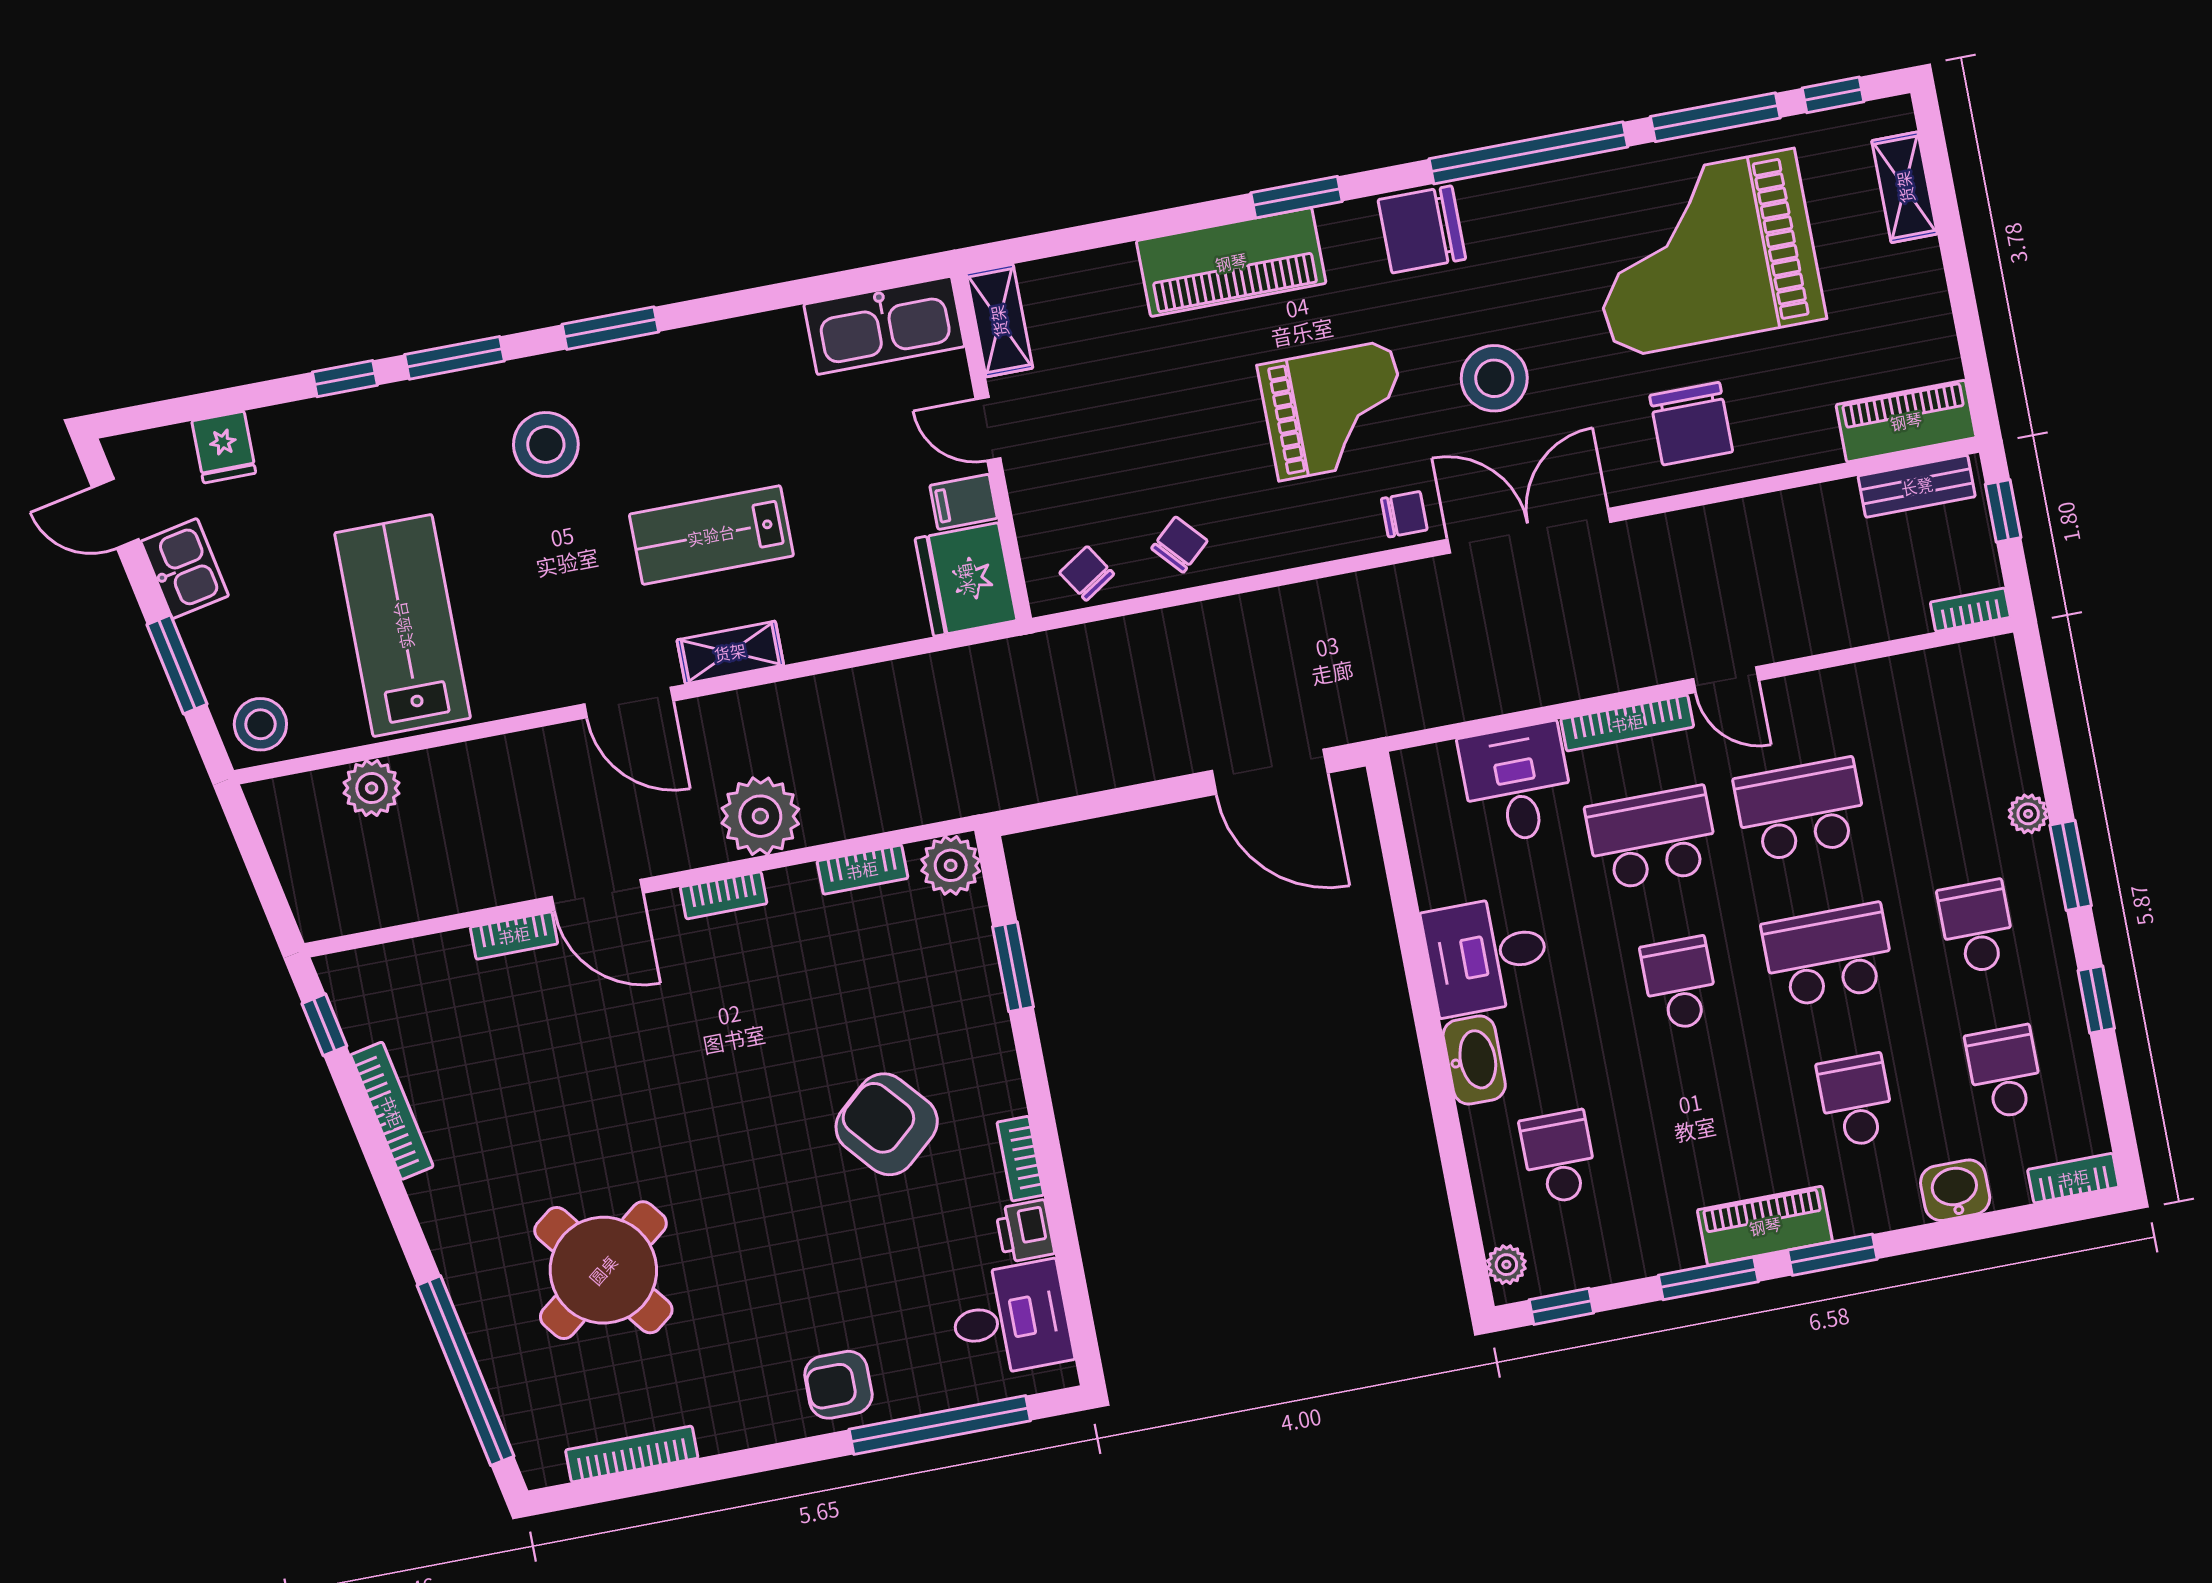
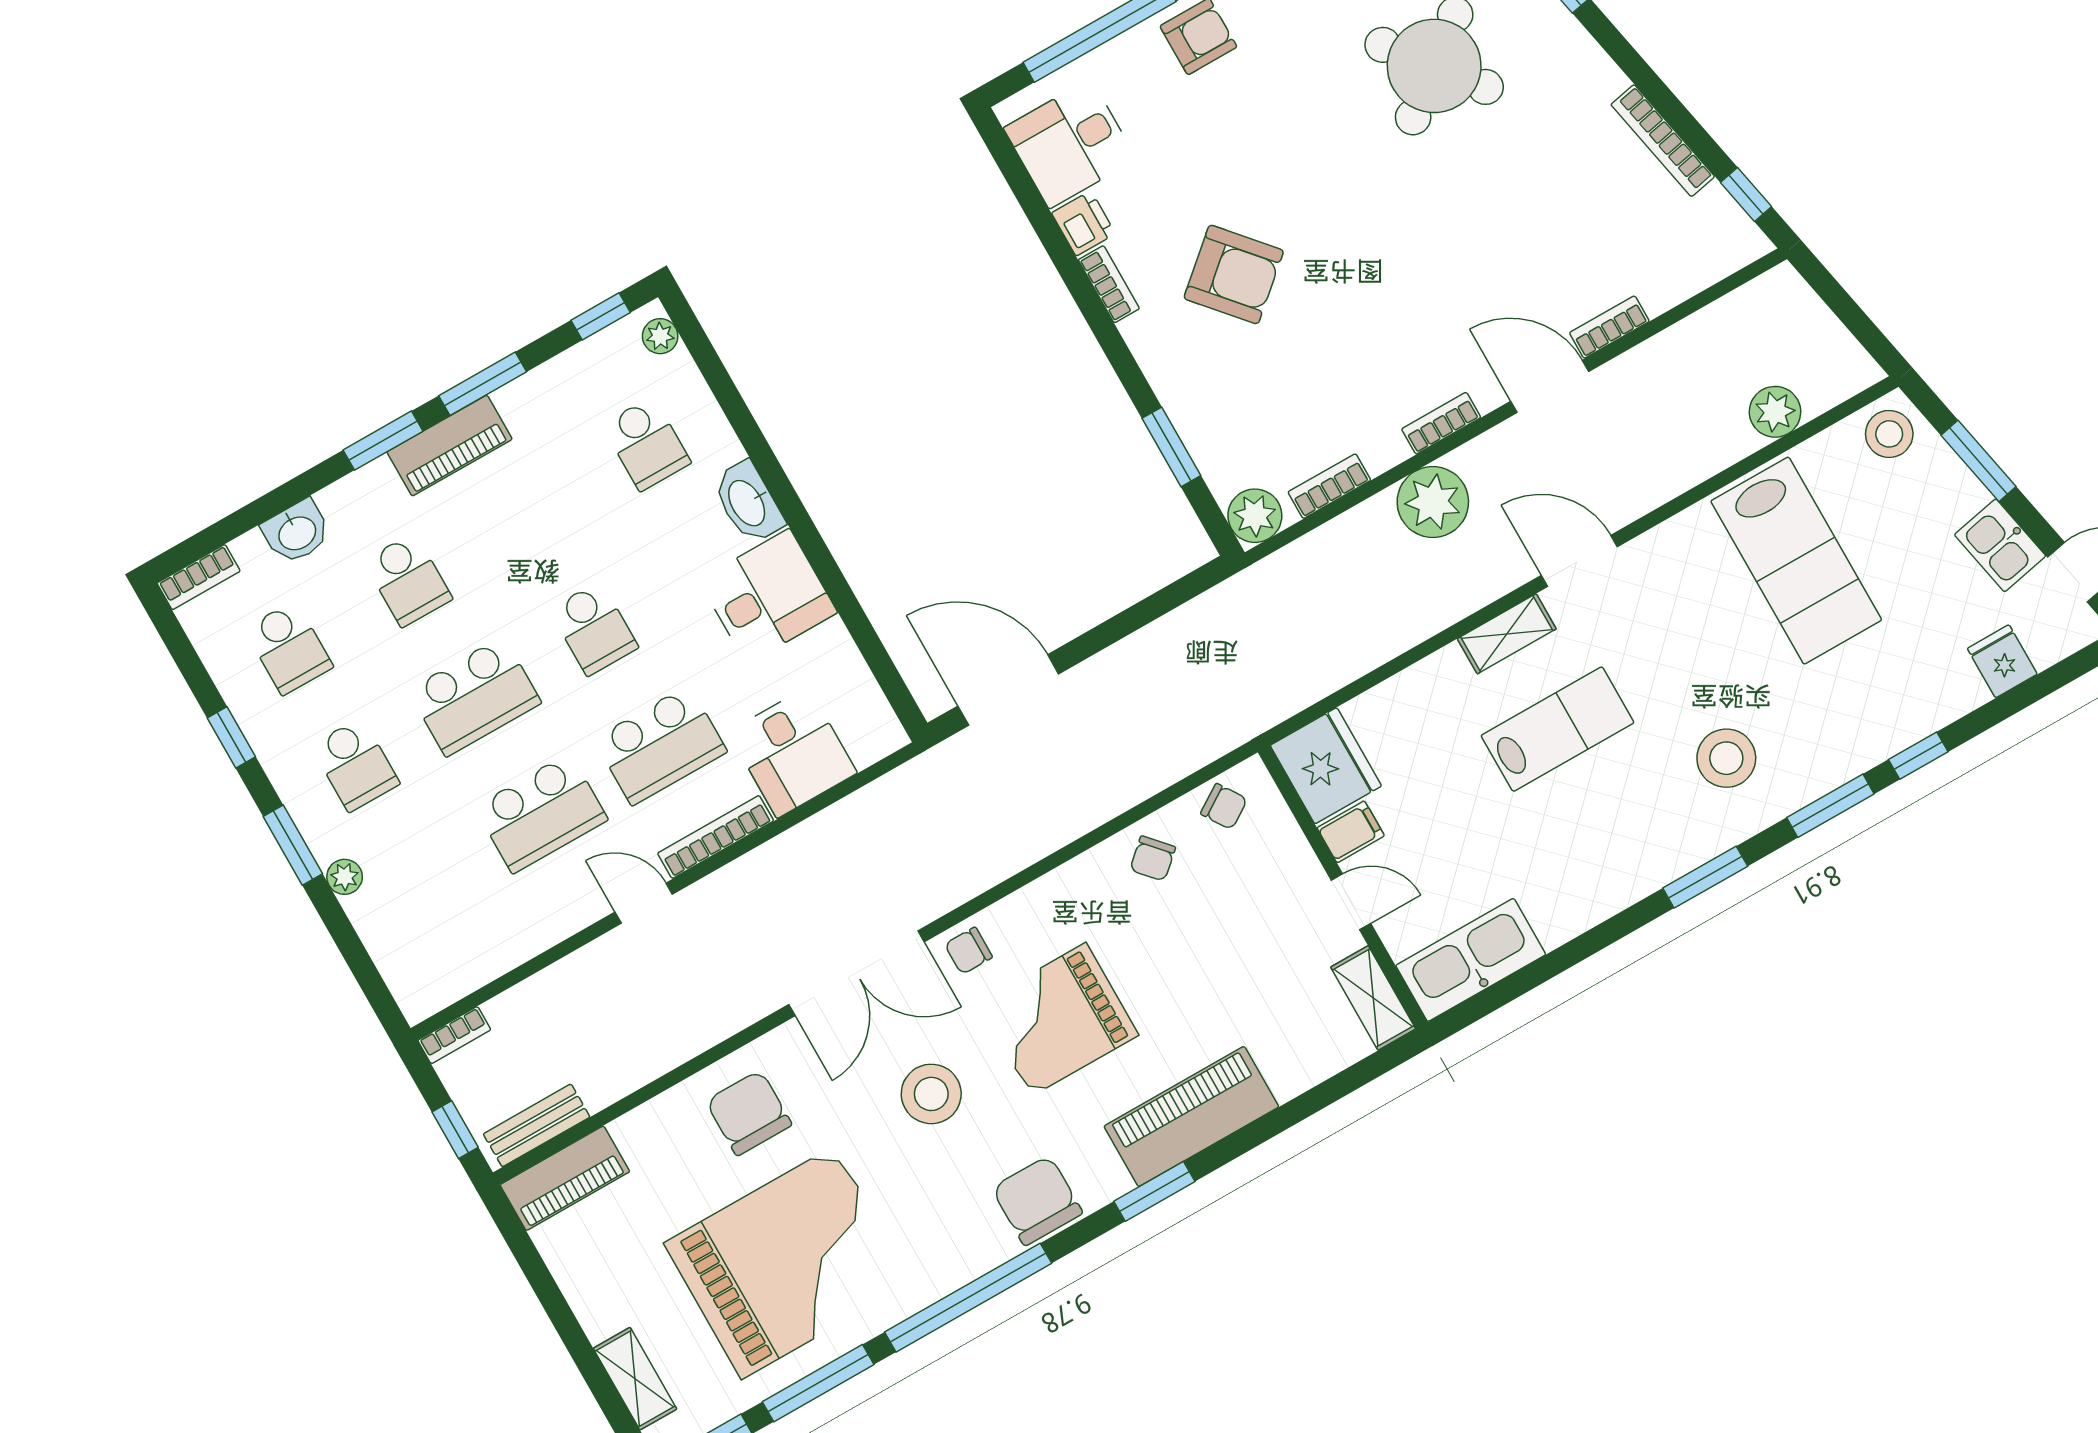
chair: (1422, 229) -> (1037, 1201), turned -90

